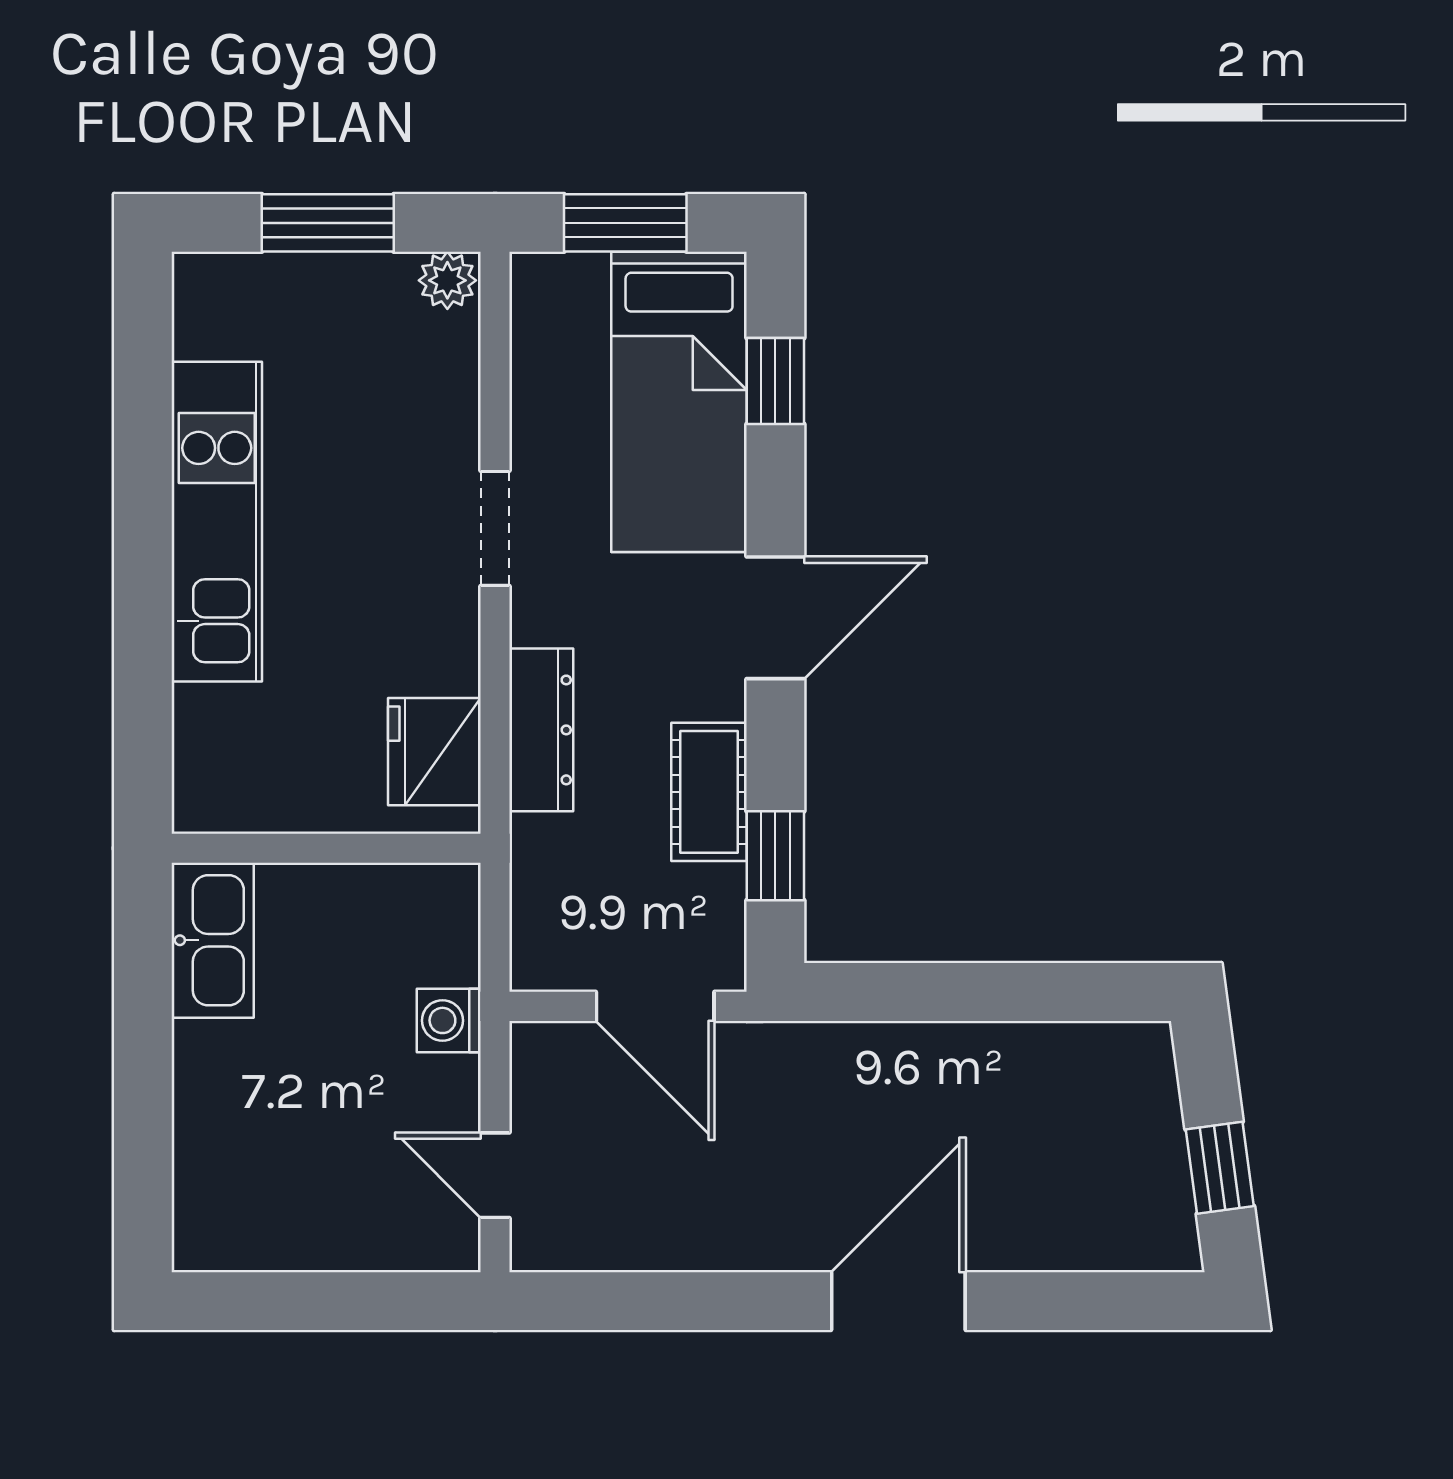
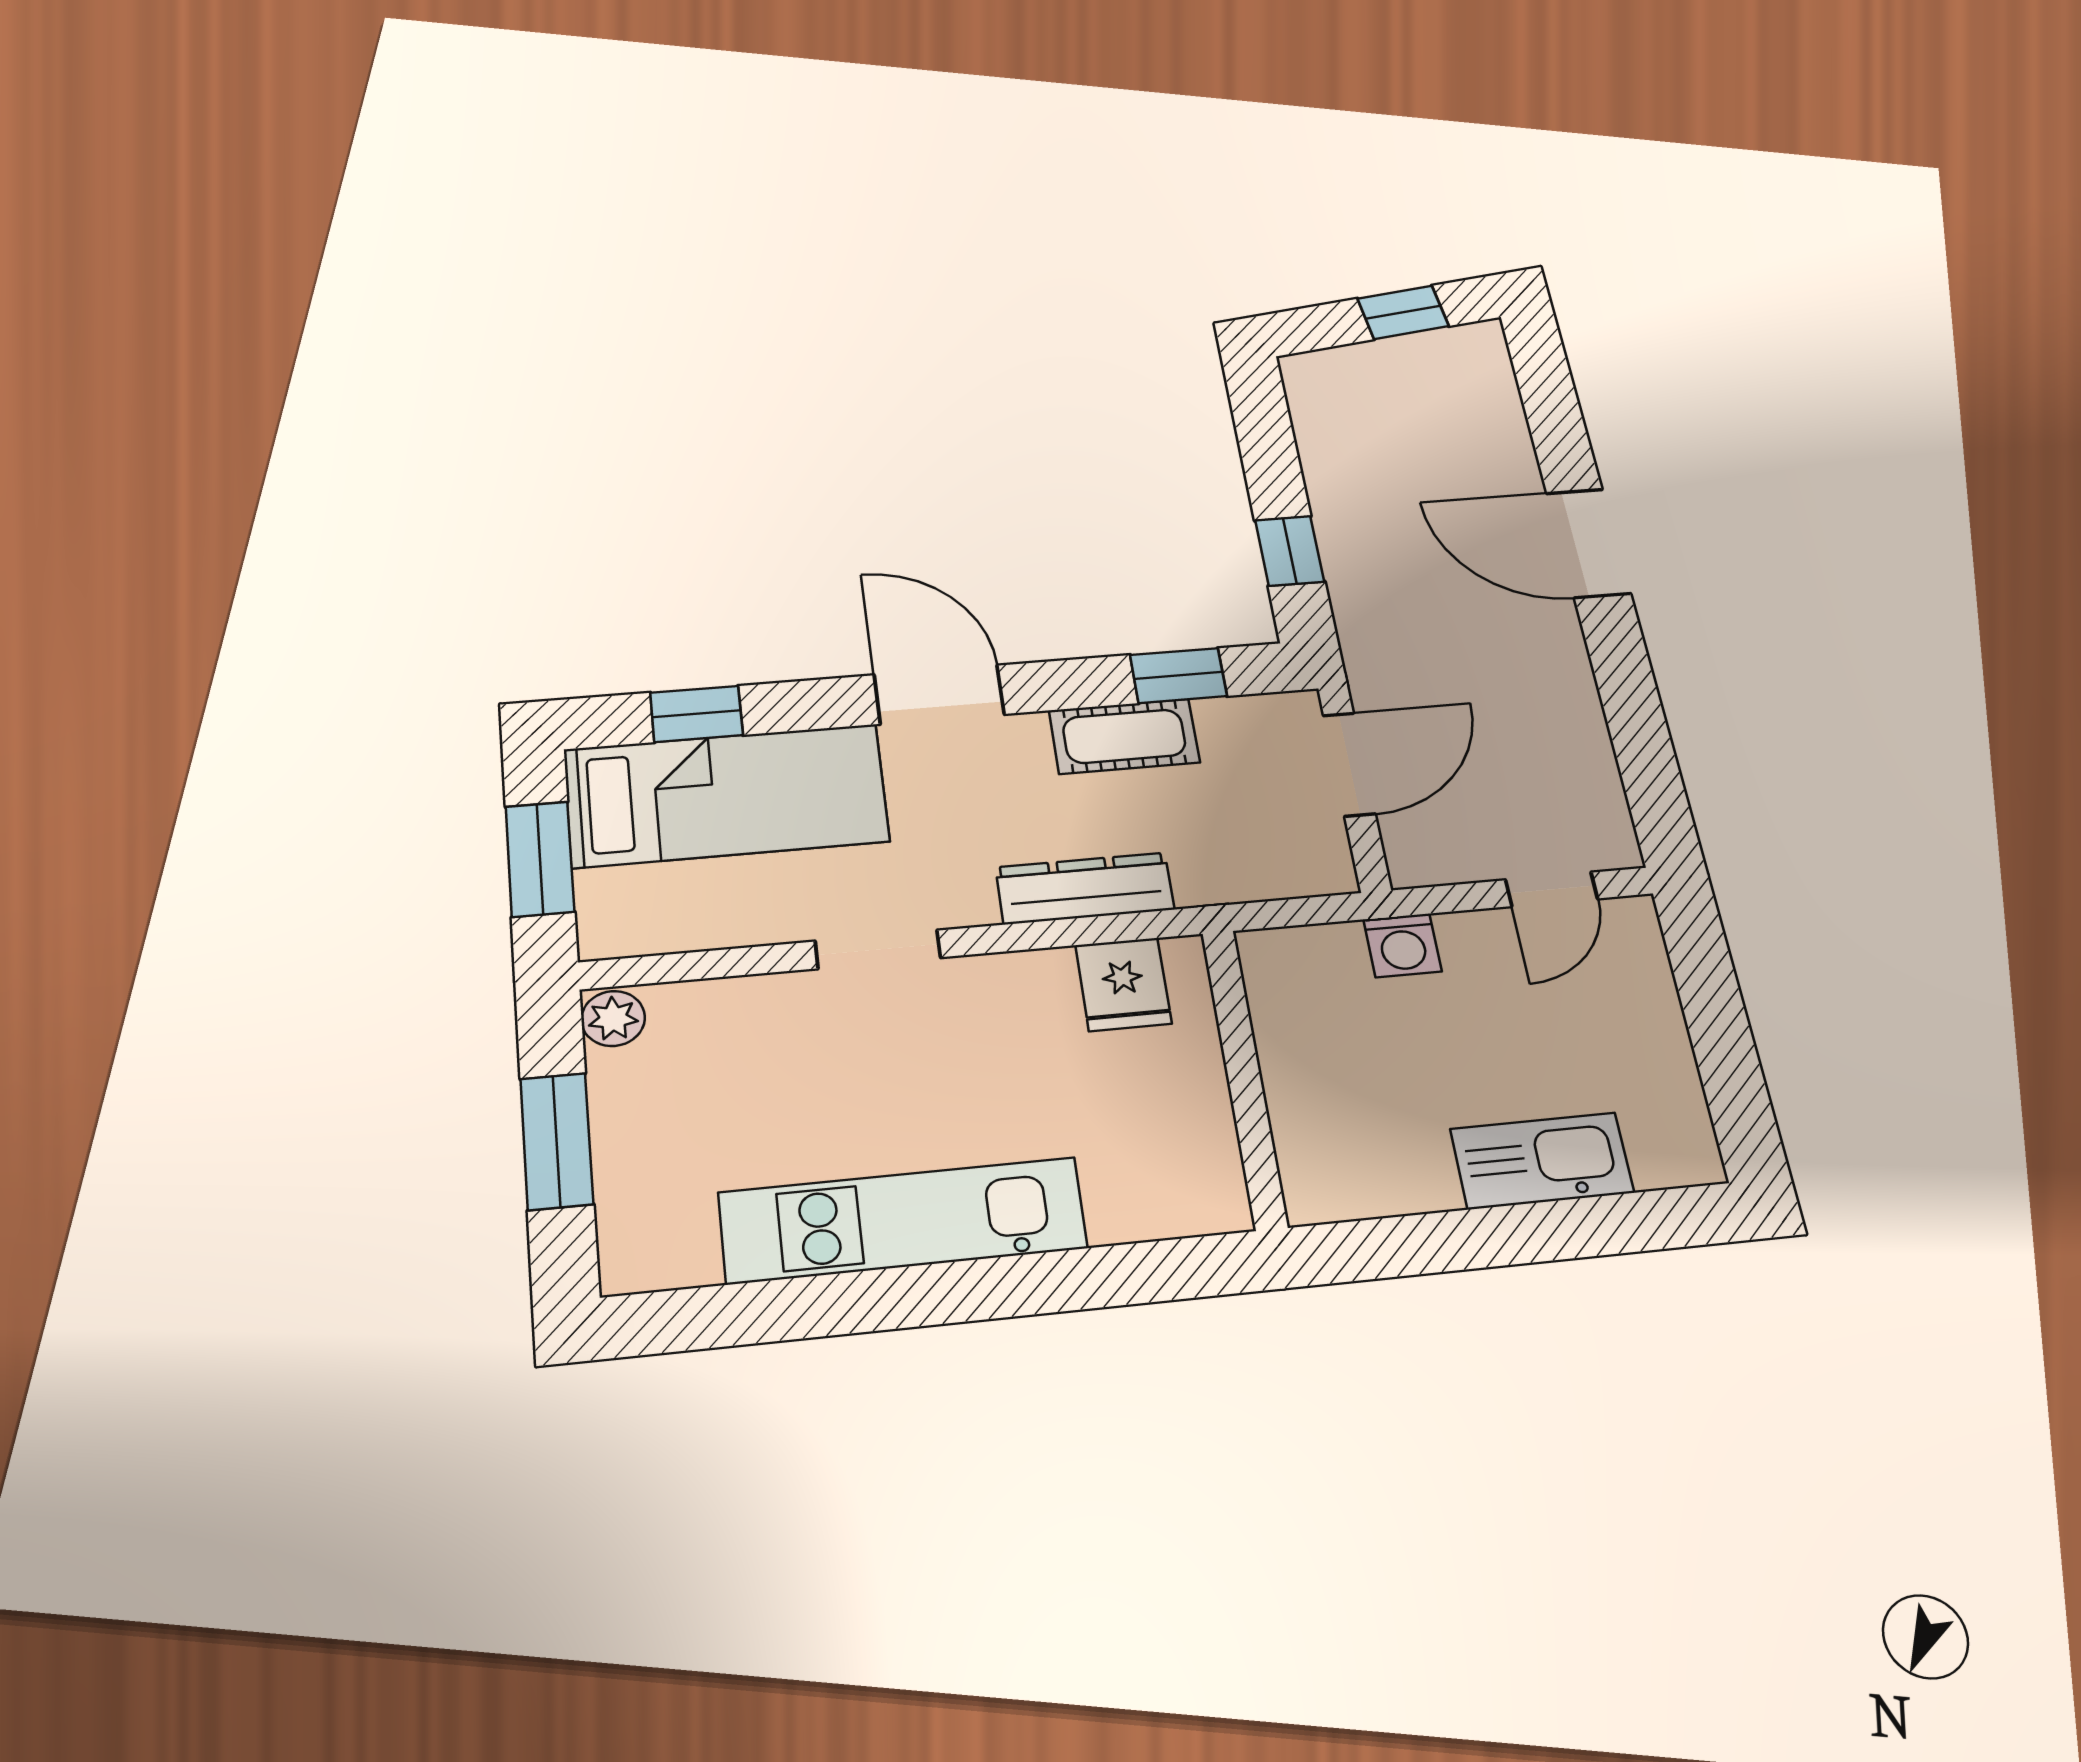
fridge: (434, 752) -> (1123, 984), width x0.72
kitchen sink: (213, 940) -> (1542, 1161), moved
window: (917, 992) -> (1290, 551), added

